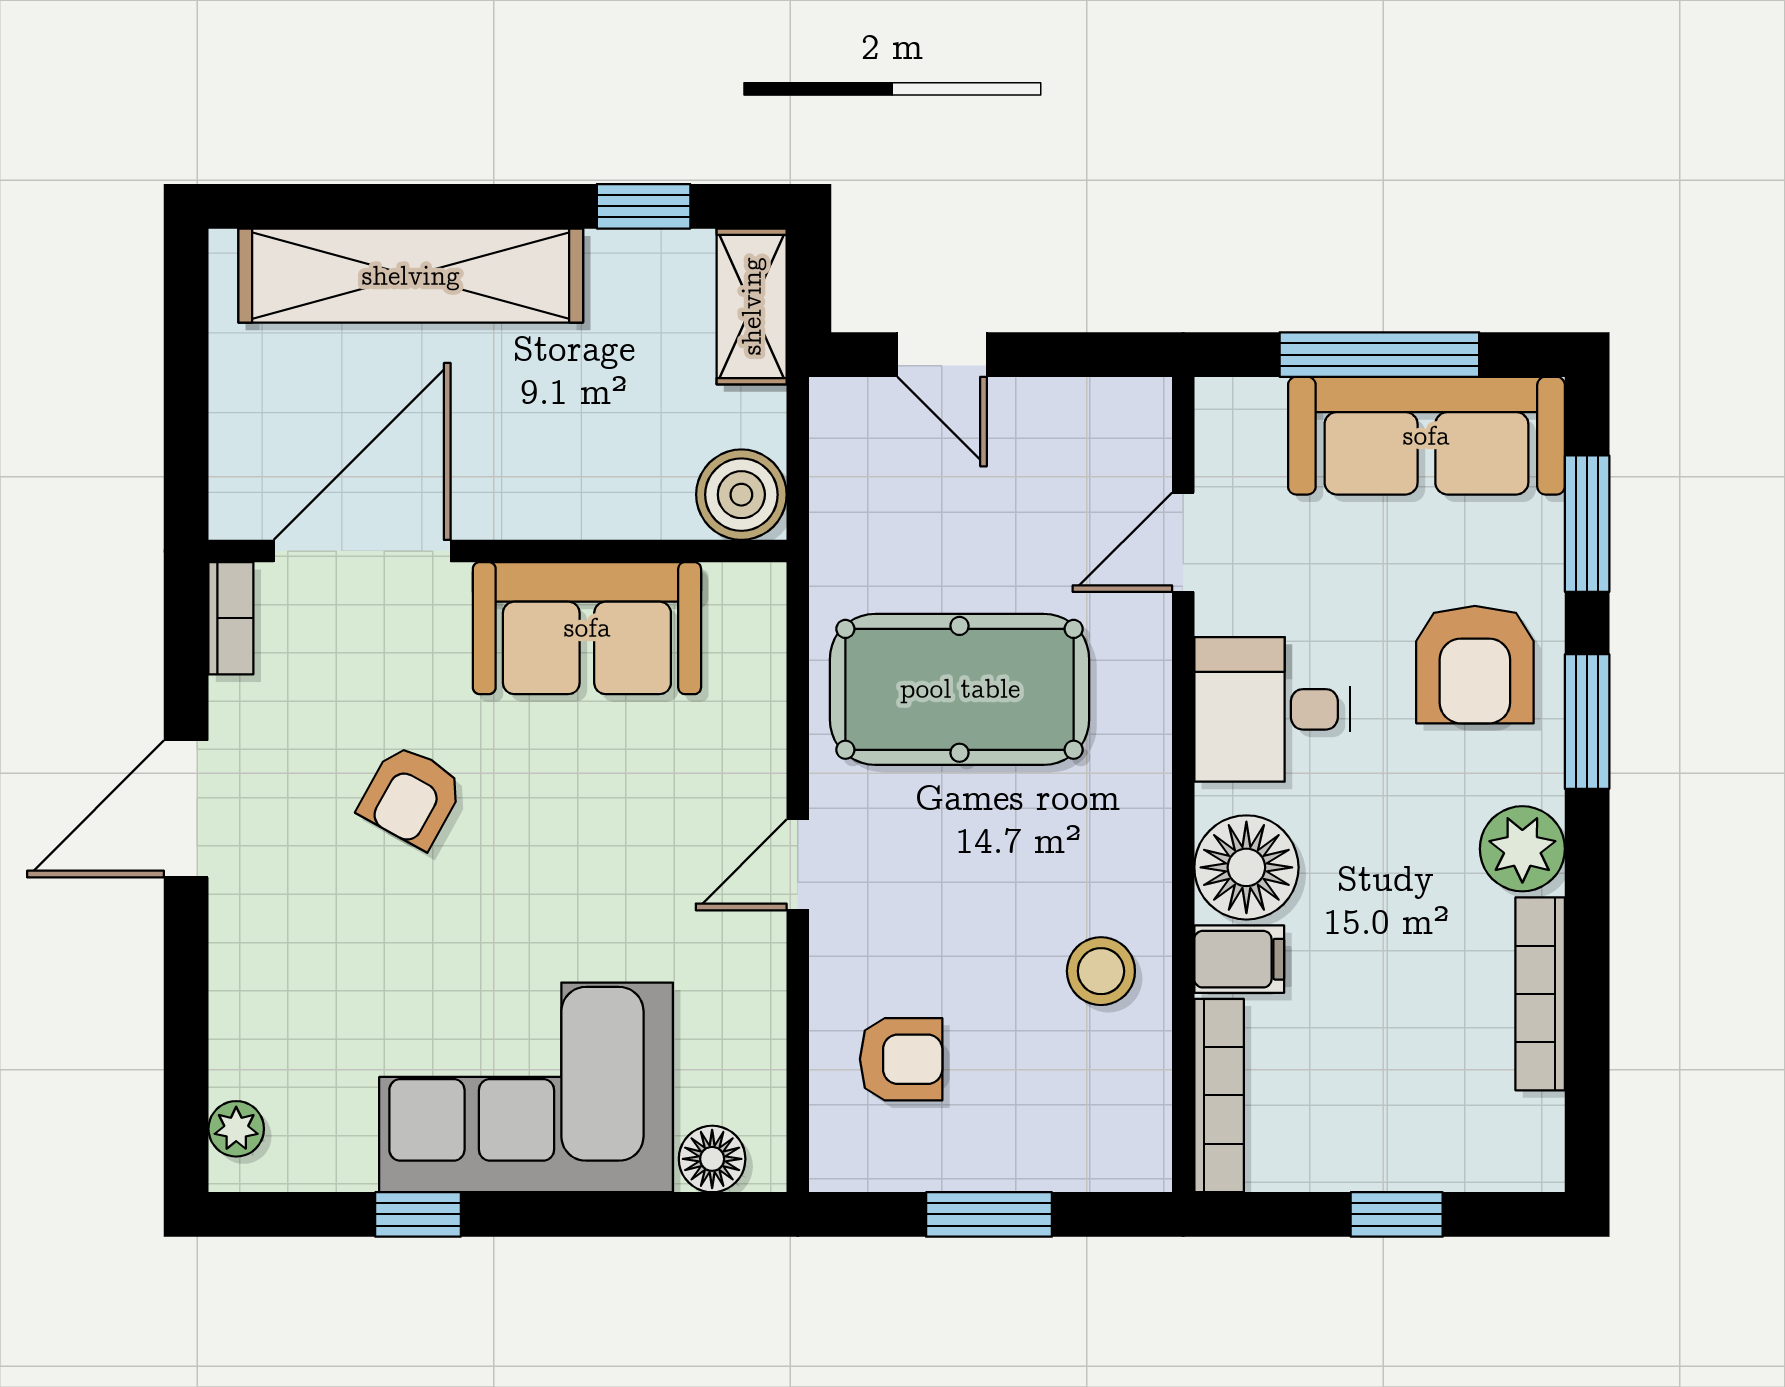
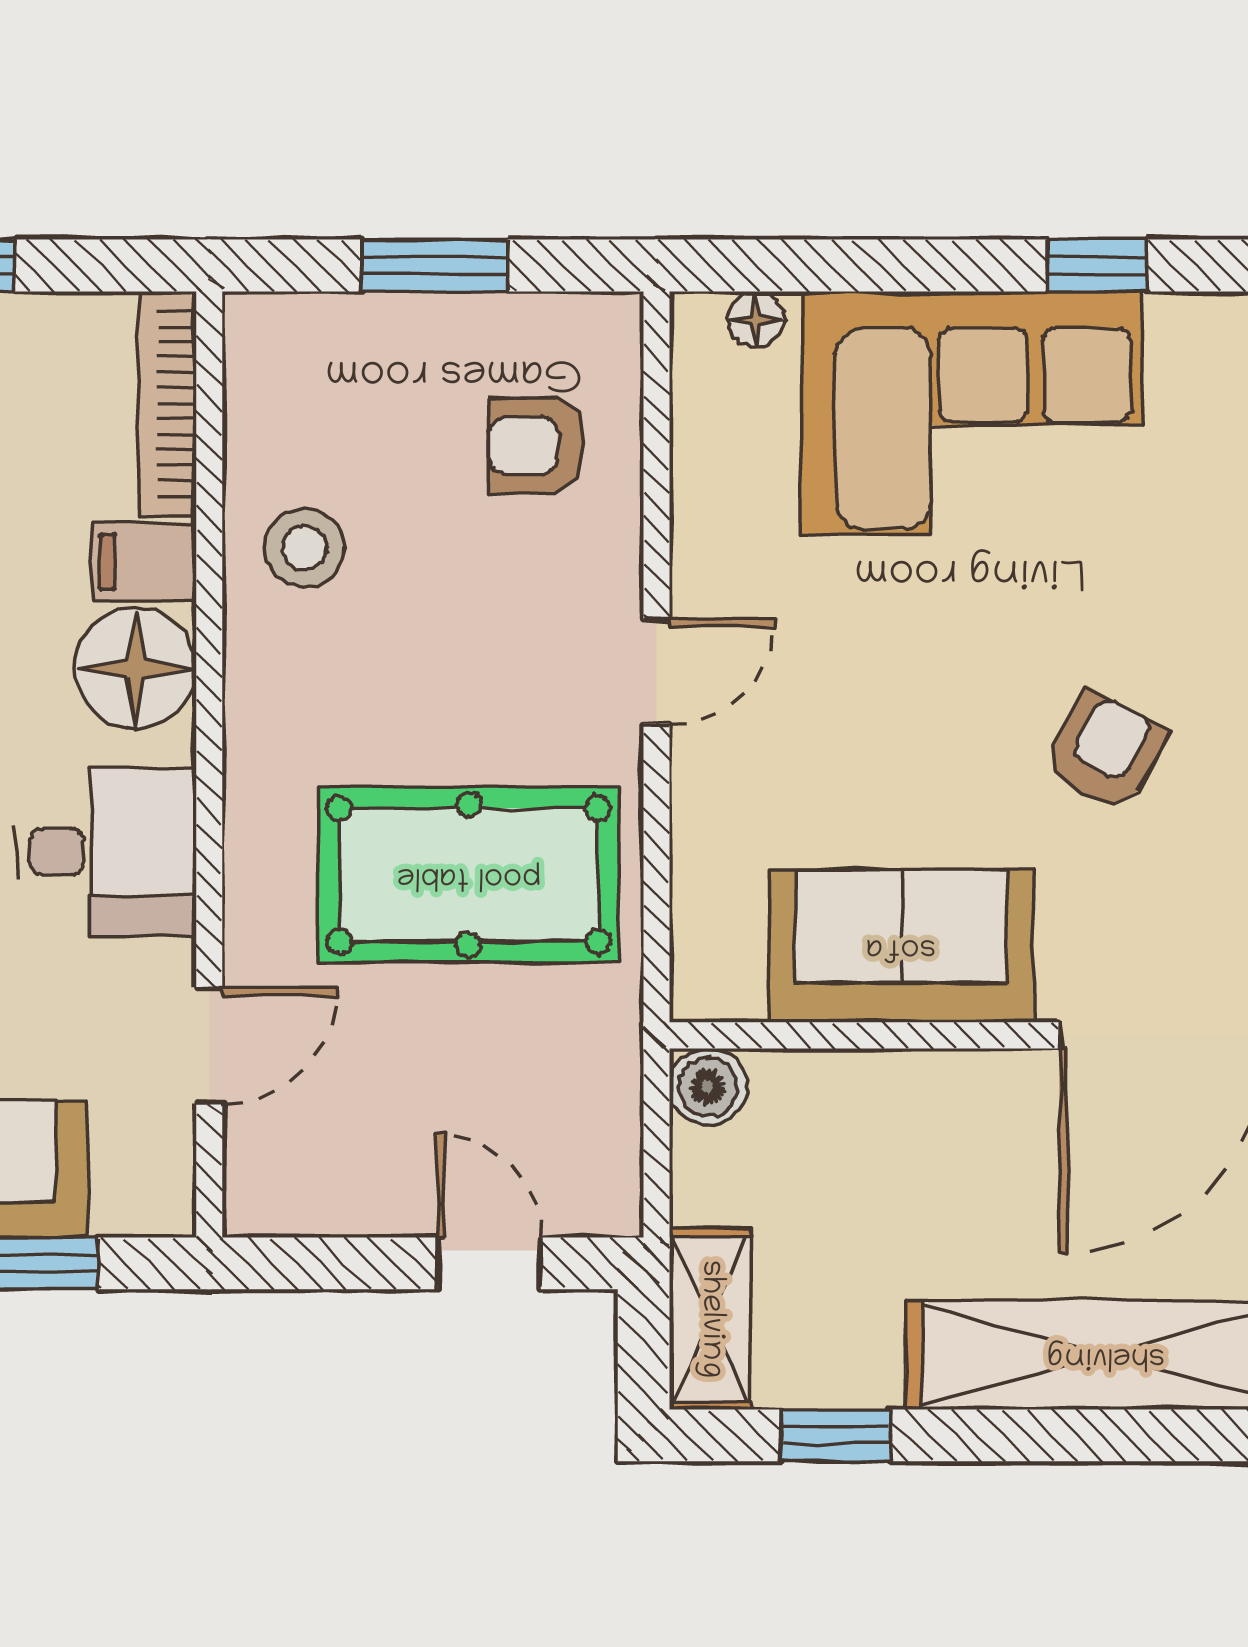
boiler: (741, 495) -> (708, 1087), width x0.73, depth x0.73
floor lamp: (712, 1159) -> (756, 319), width x0.73, depth x0.73

